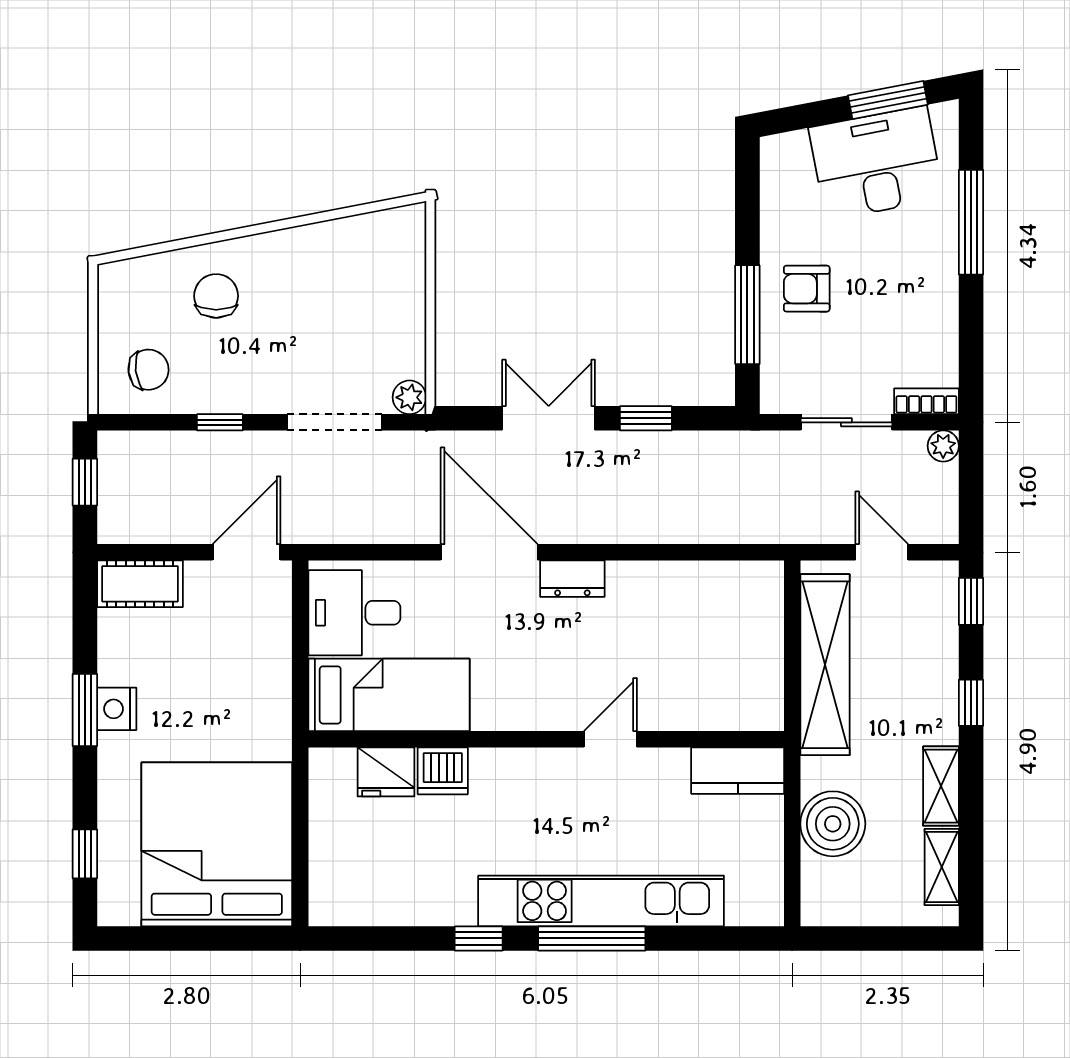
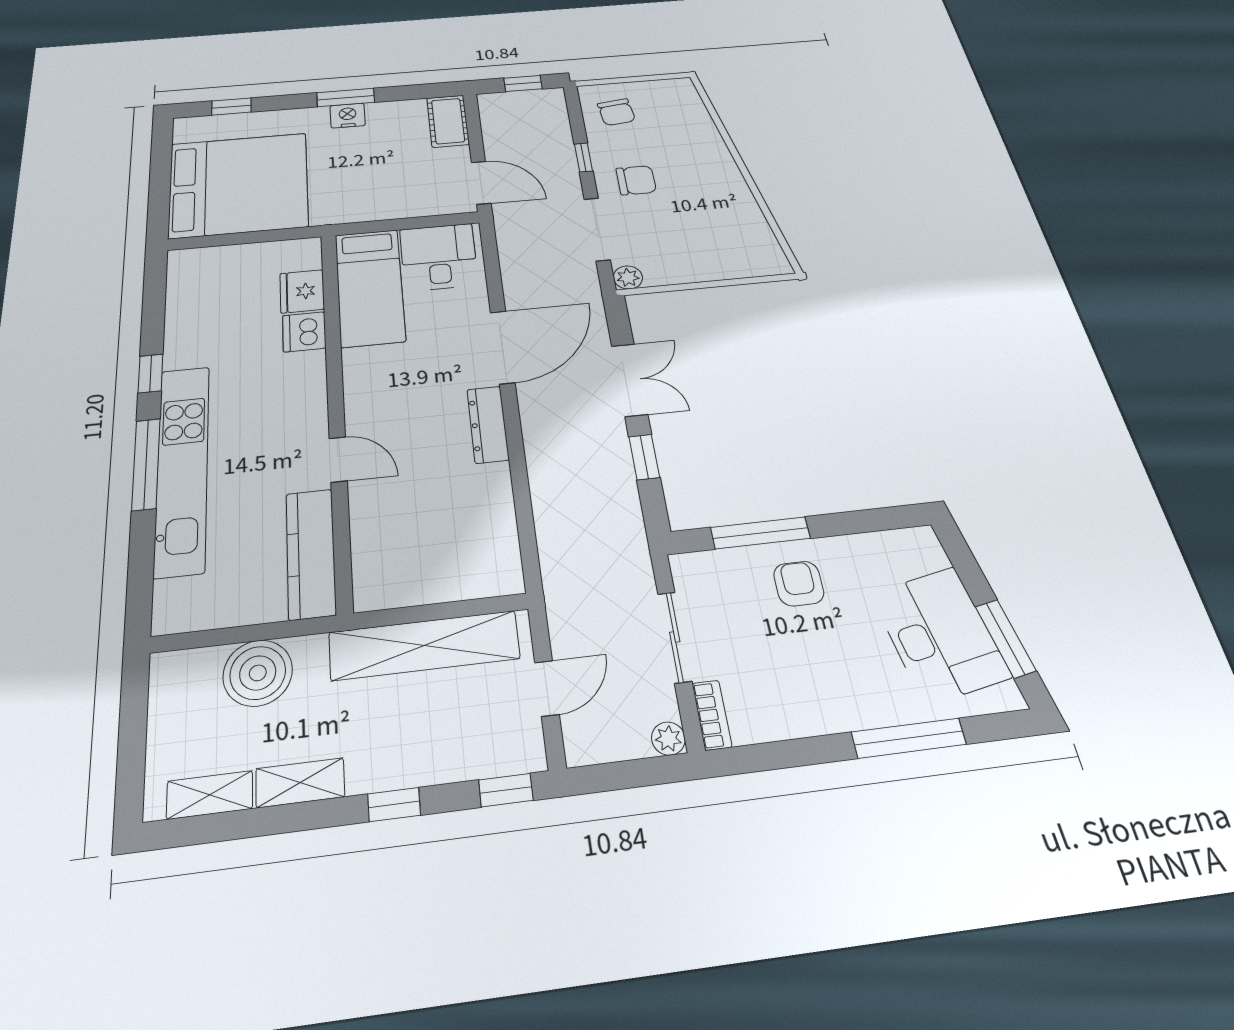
chair: (216, 296) -> (636, 180), moved
dresser: (572, 579) -> (488, 424), width x1.44
kitchen counter: (738, 771) -> (311, 553), width x1.50

